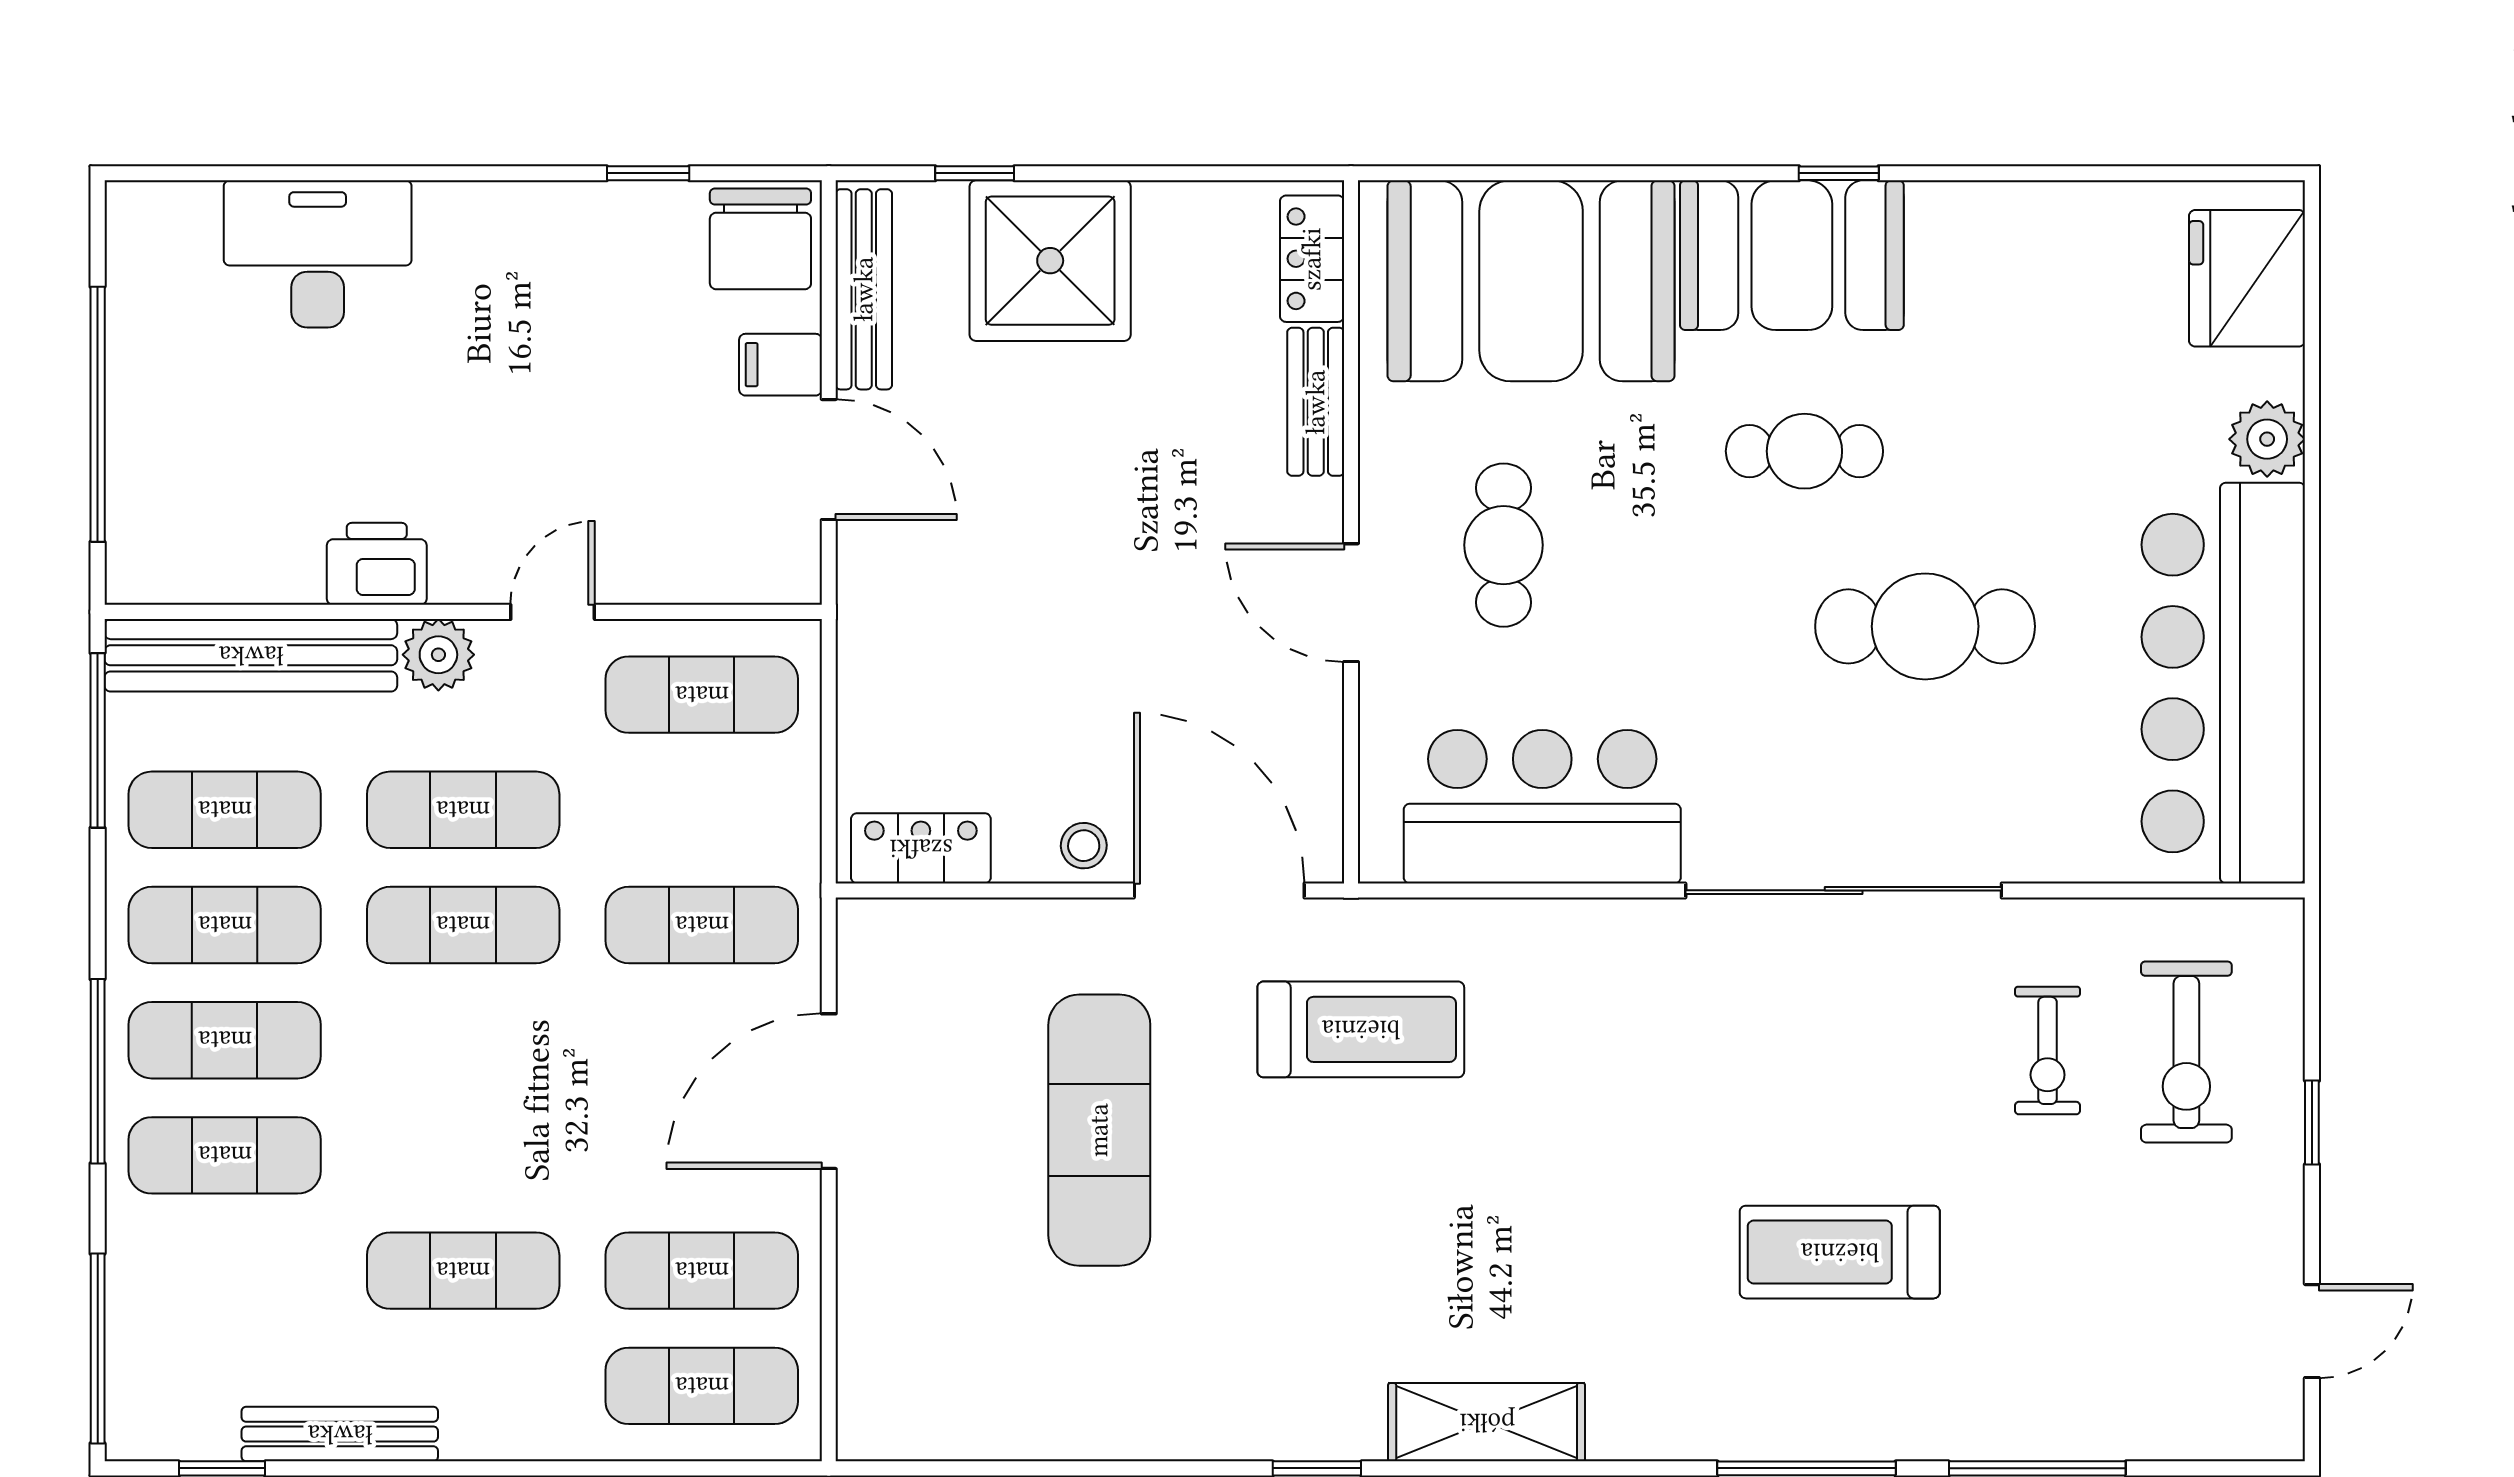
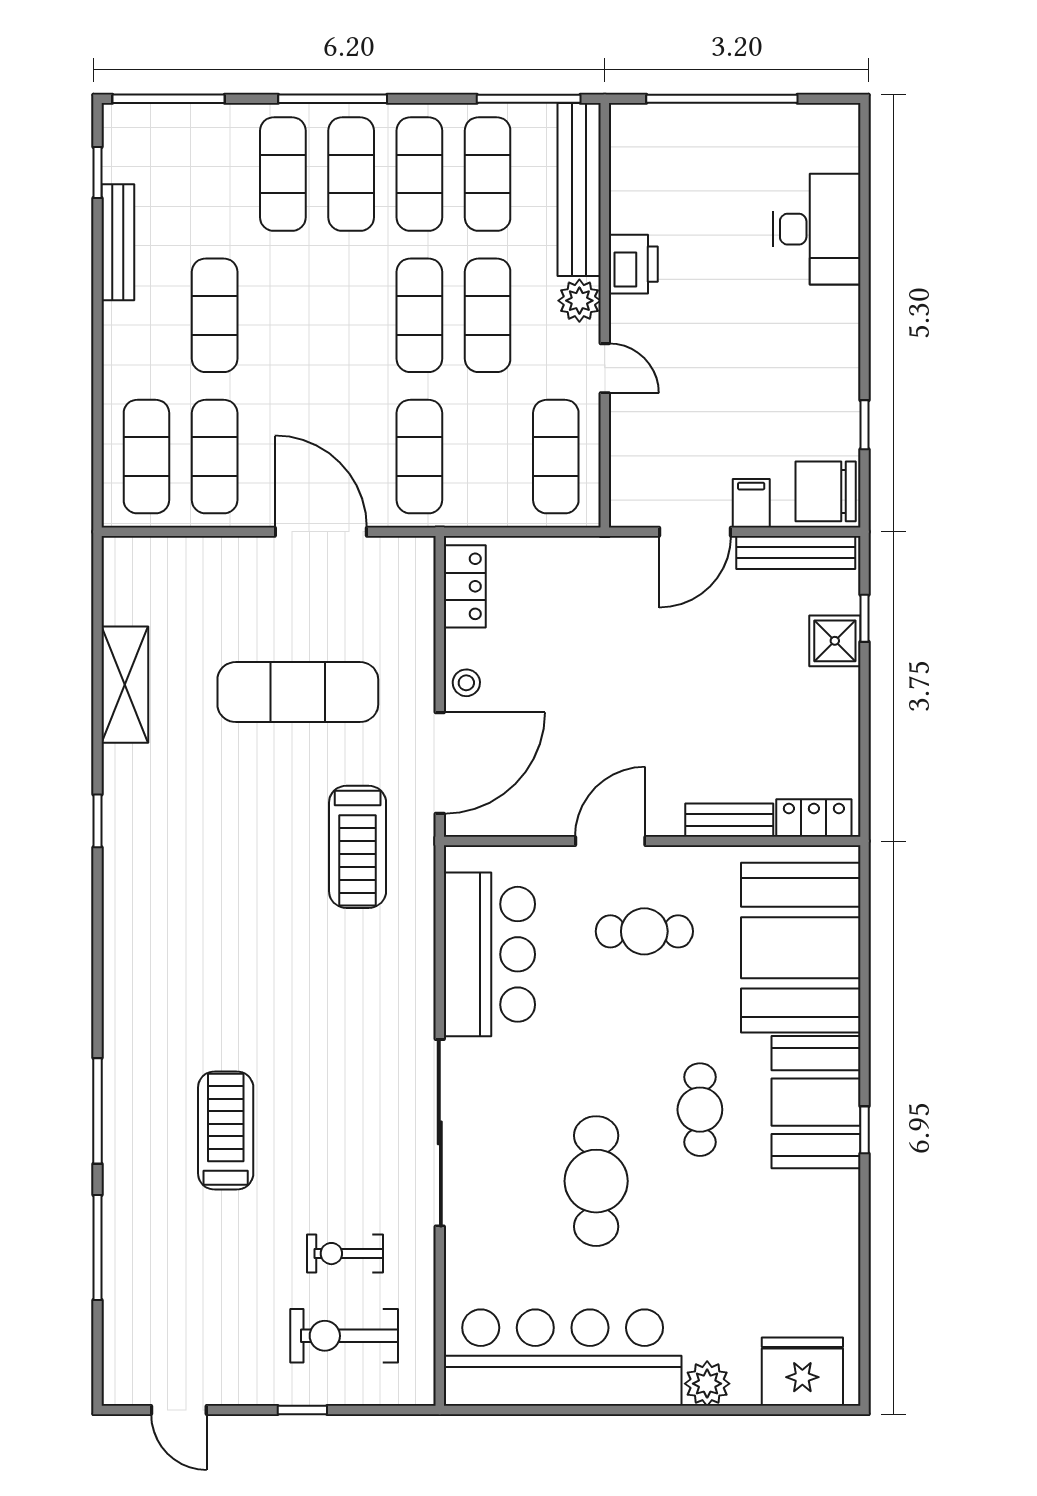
shower: (1050, 261) -> (835, 641), width x0.54, depth x0.54
shelving: (1487, 1422) -> (125, 685), moved

